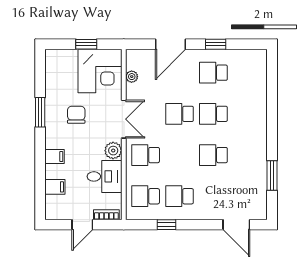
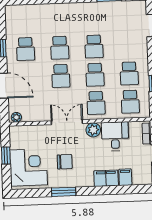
corner desk: (100, 71) -> (29, 167), moved
plant: (132, 77) -> (16, 117), moved
chair: (76, 115) -> (65, 162), turned 180
school desk: (179, 155) -> (95, 75), added
filing cabinet: (55, 157) -> (106, 178), width x2.00

